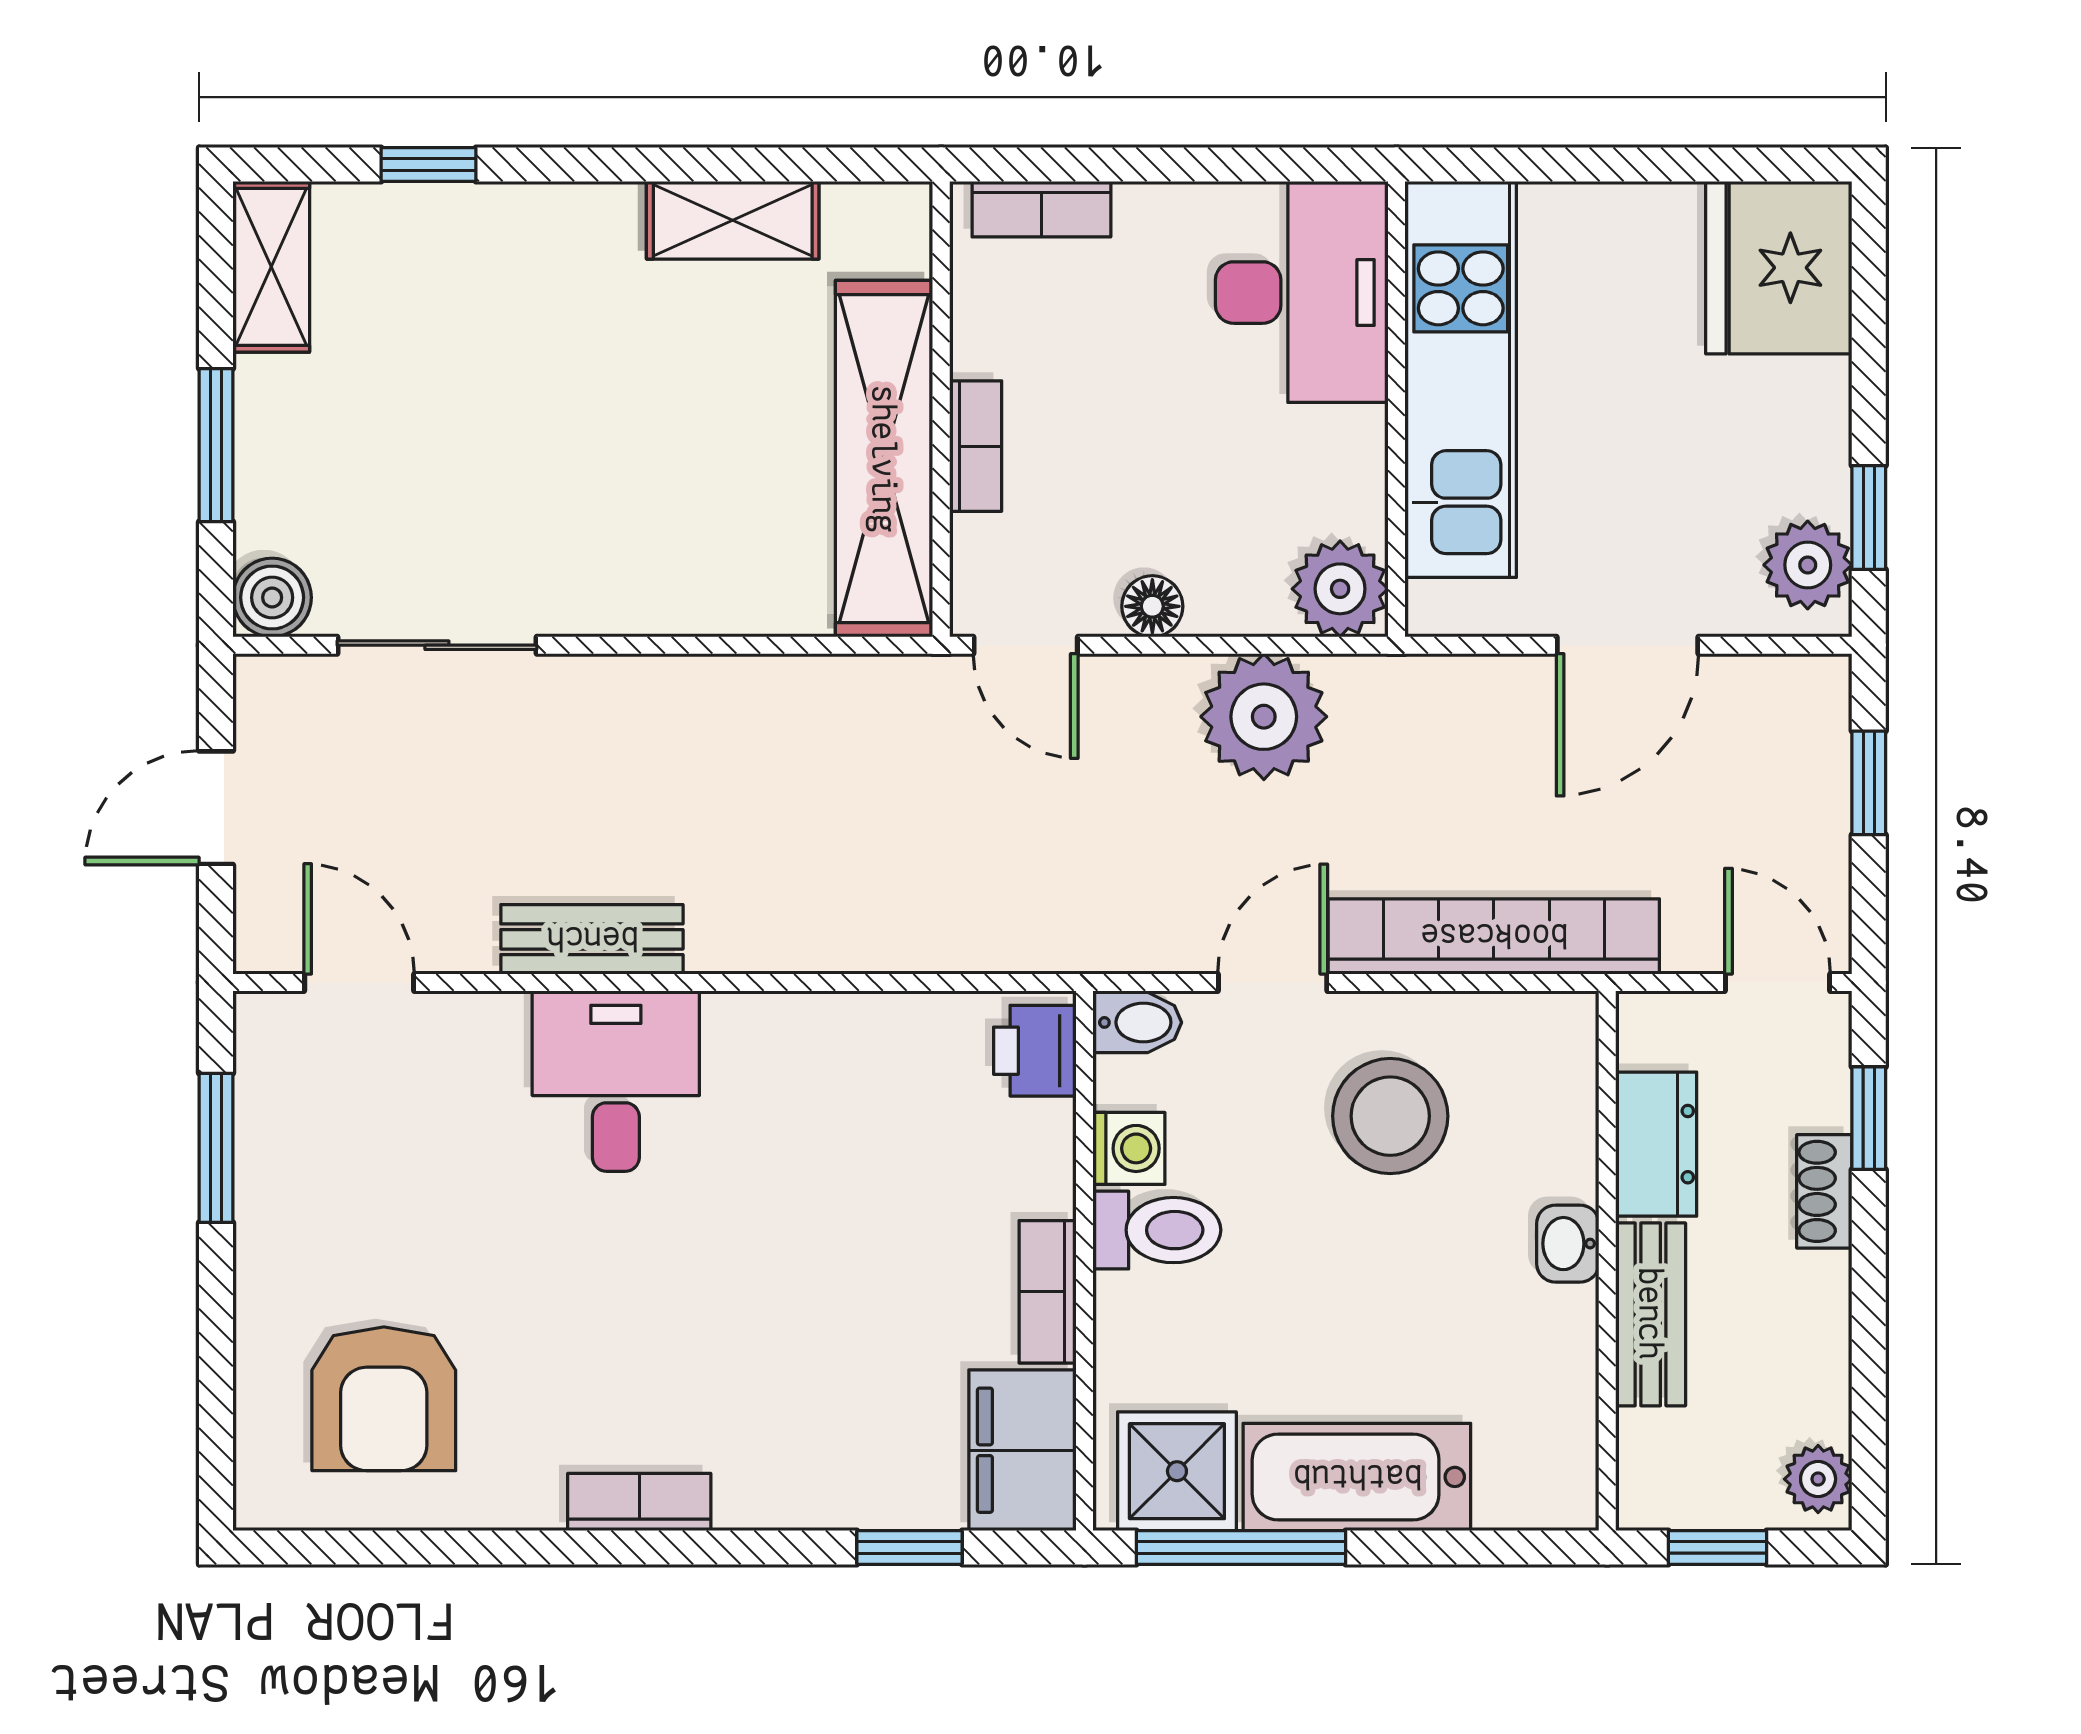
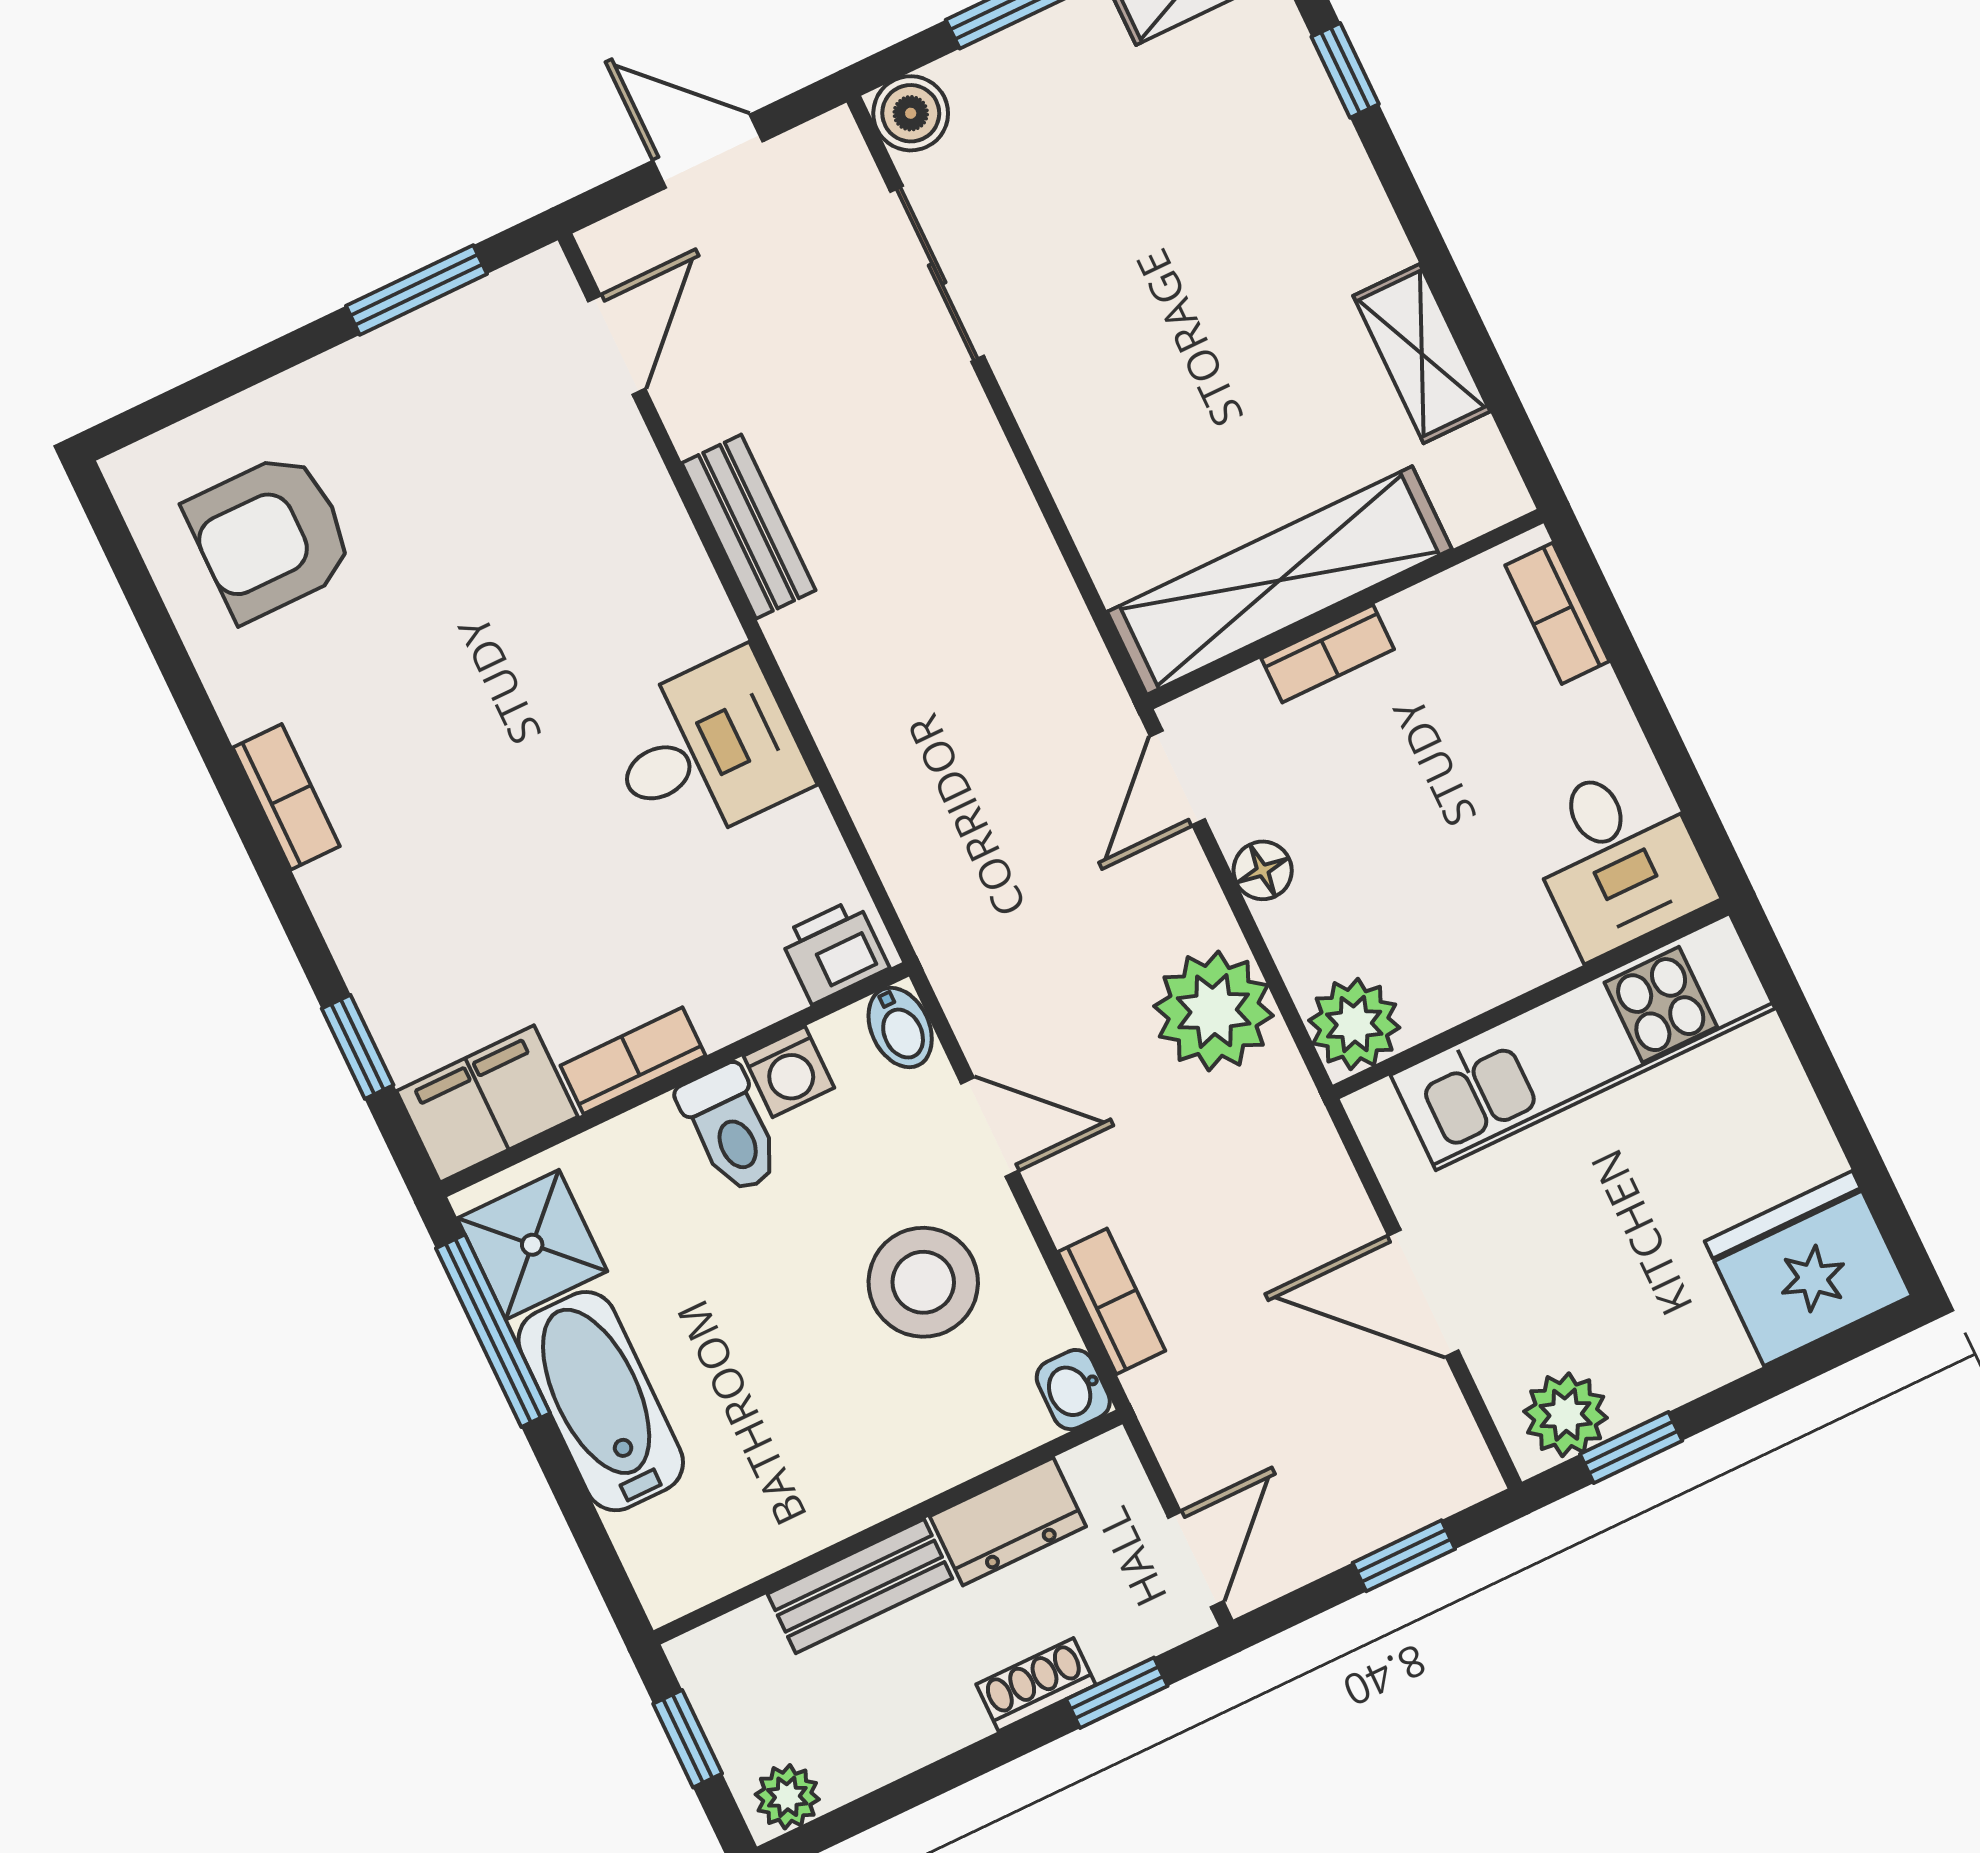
desk: (1302, 293) -> (1618, 858), width x0.73
bookcase: (1494, 936) -> (1112, 1301), width x0.43, depth x0.76
desk: (616, 1081) -> (706, 750), moved
washbasin: (1568, 1244) -> (1073, 1390), moved, turned -90

